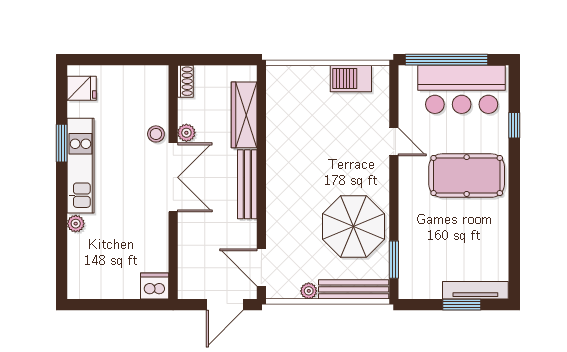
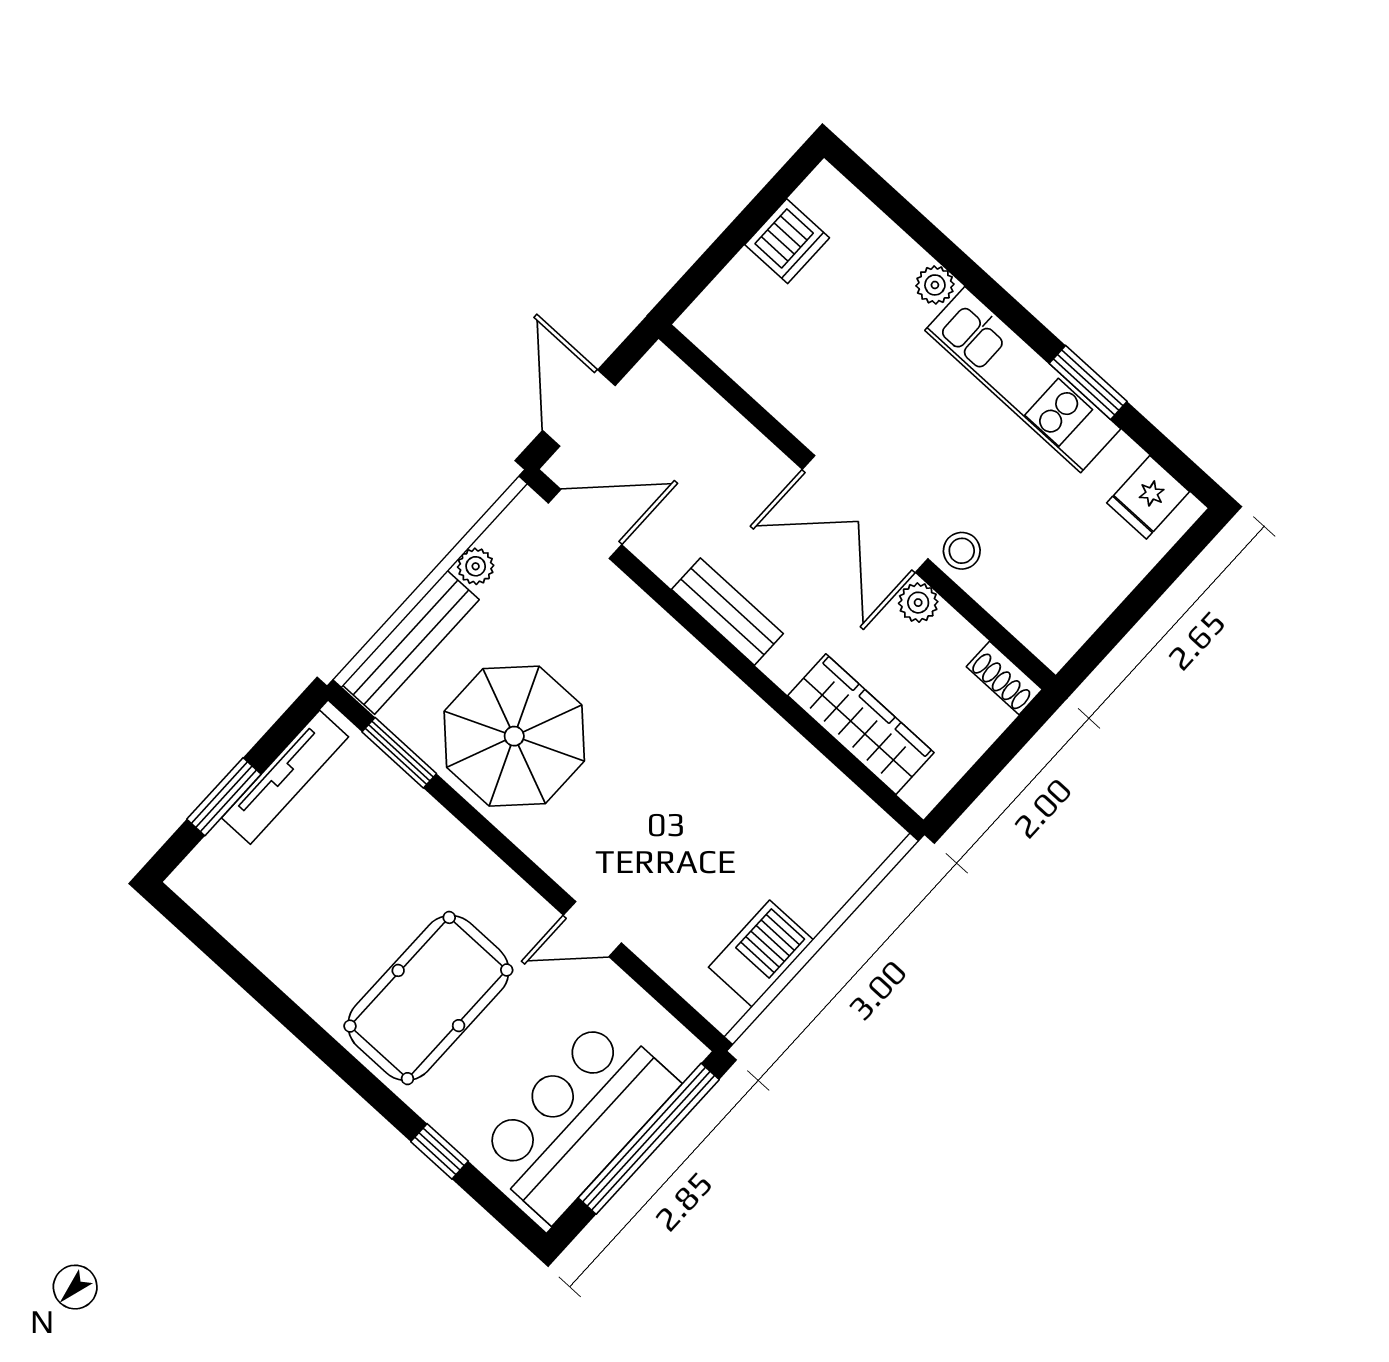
bench: (247, 184) -> (727, 612), width x0.73
dishwasher: (155, 286) -> (787, 241), moved
tv unit: (475, 290) -> (285, 777), moved

